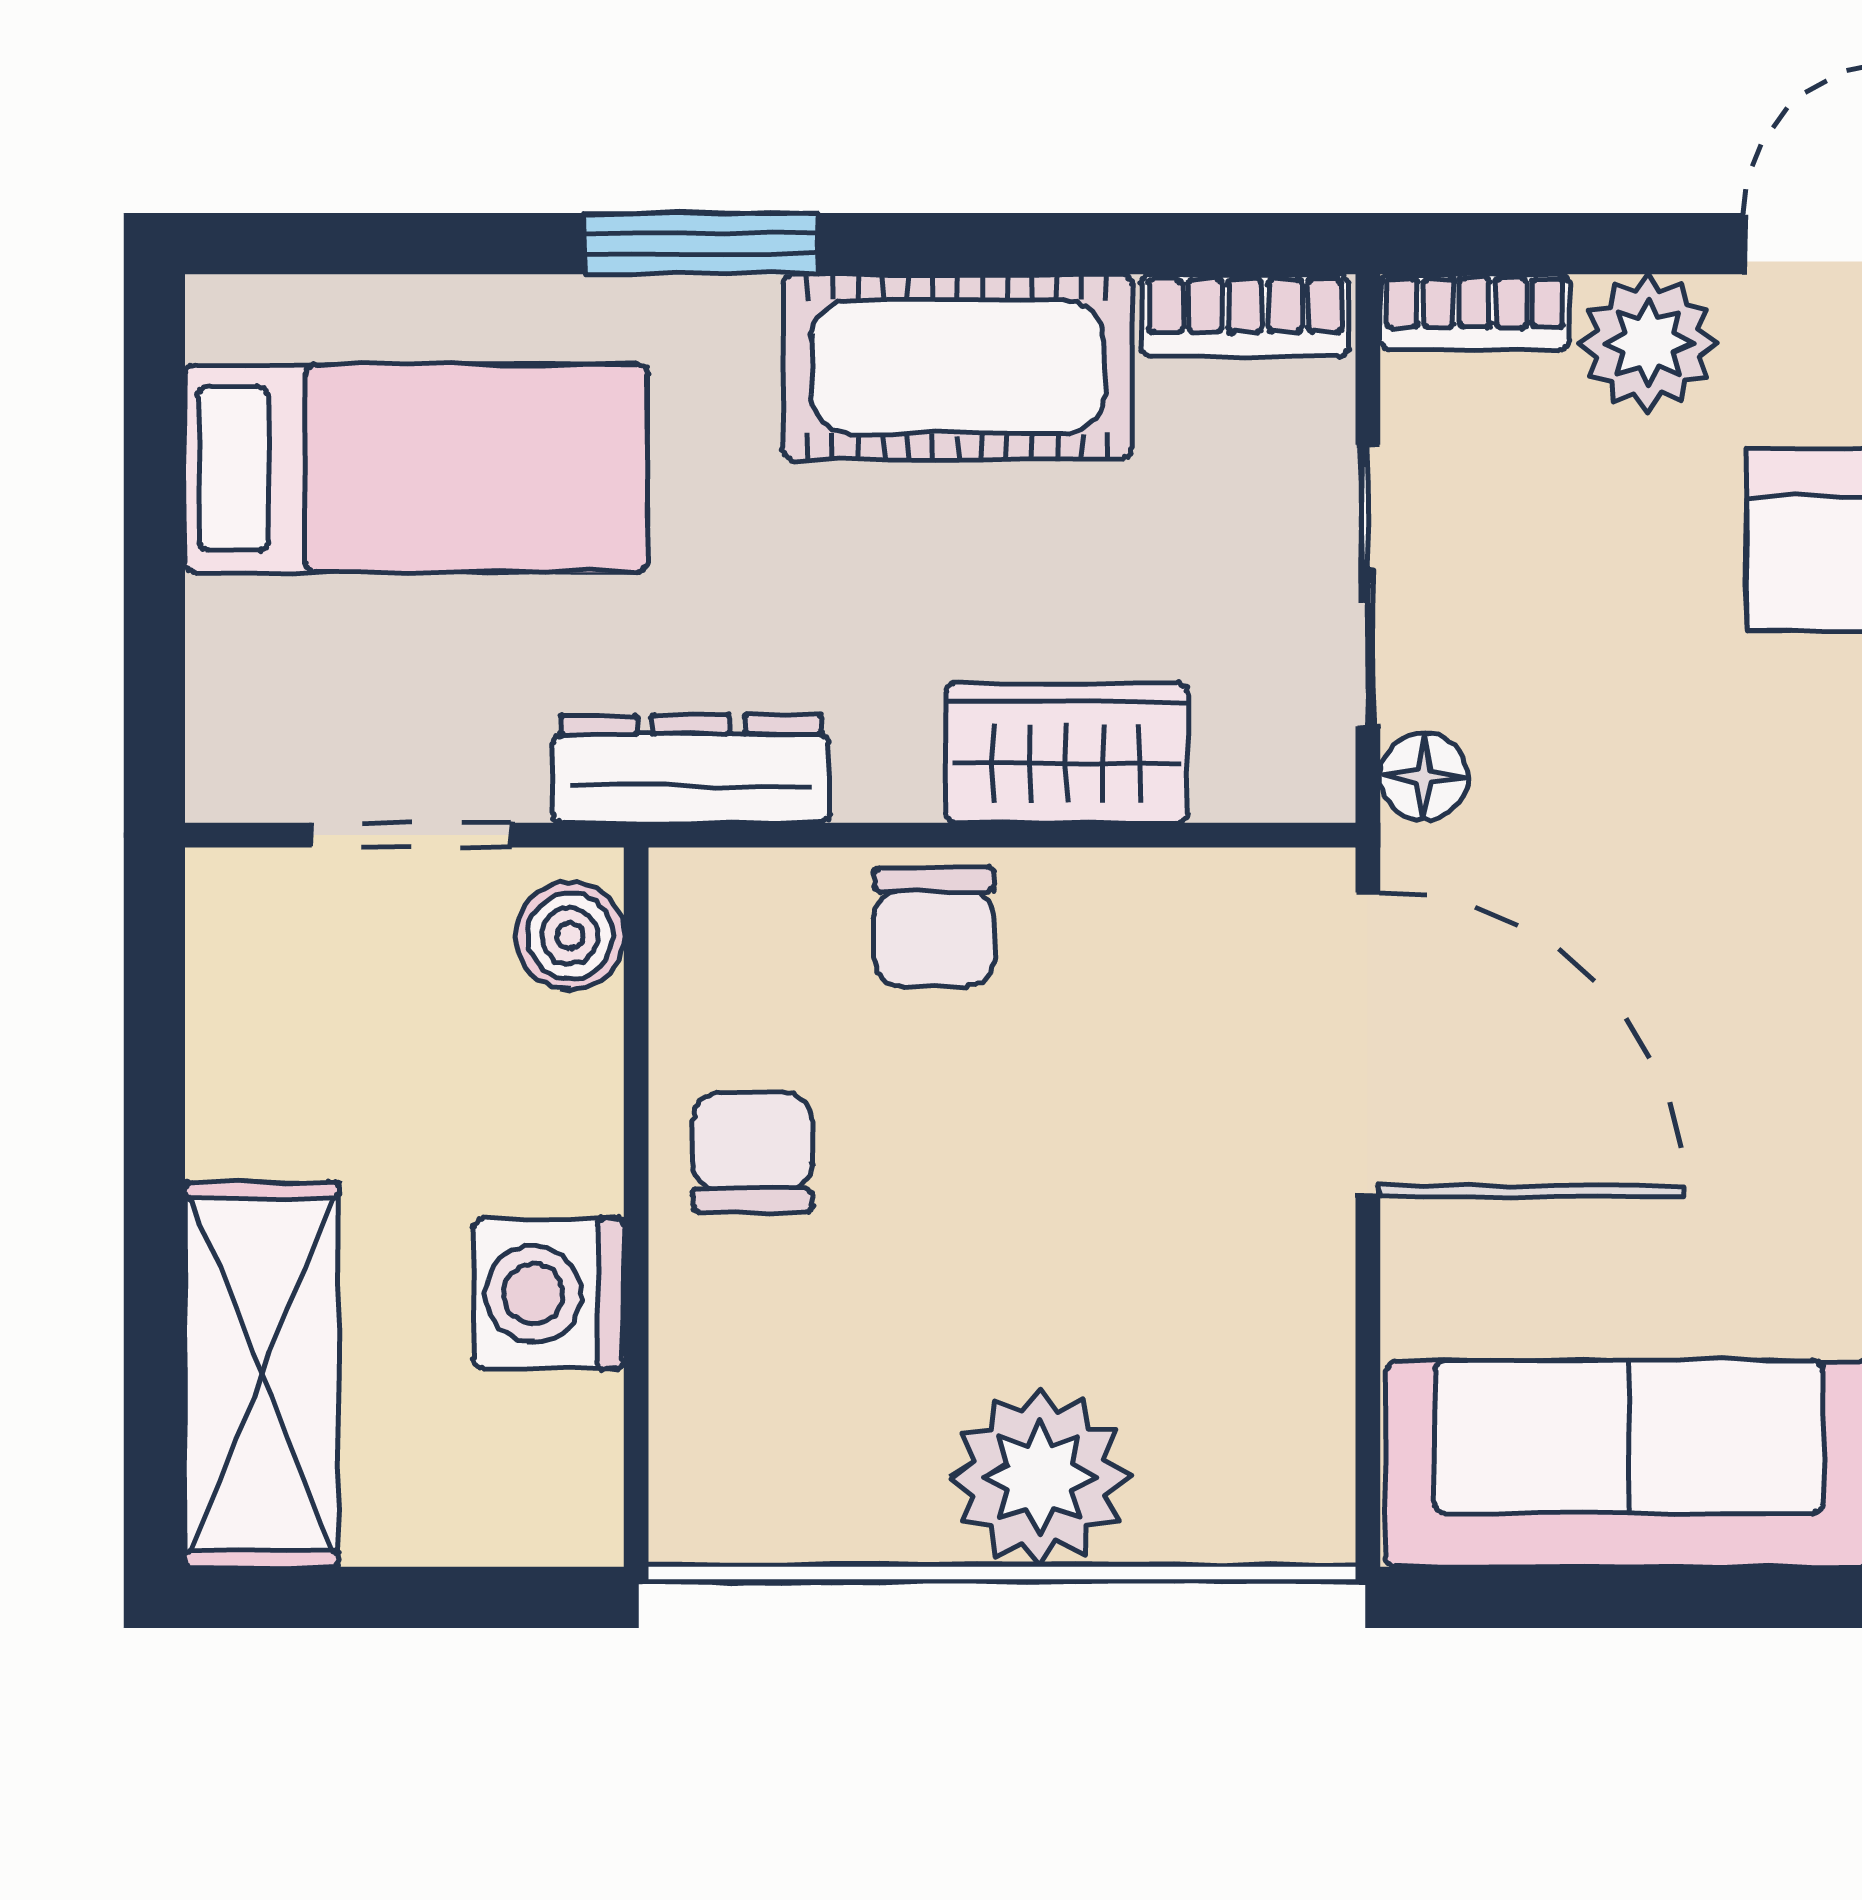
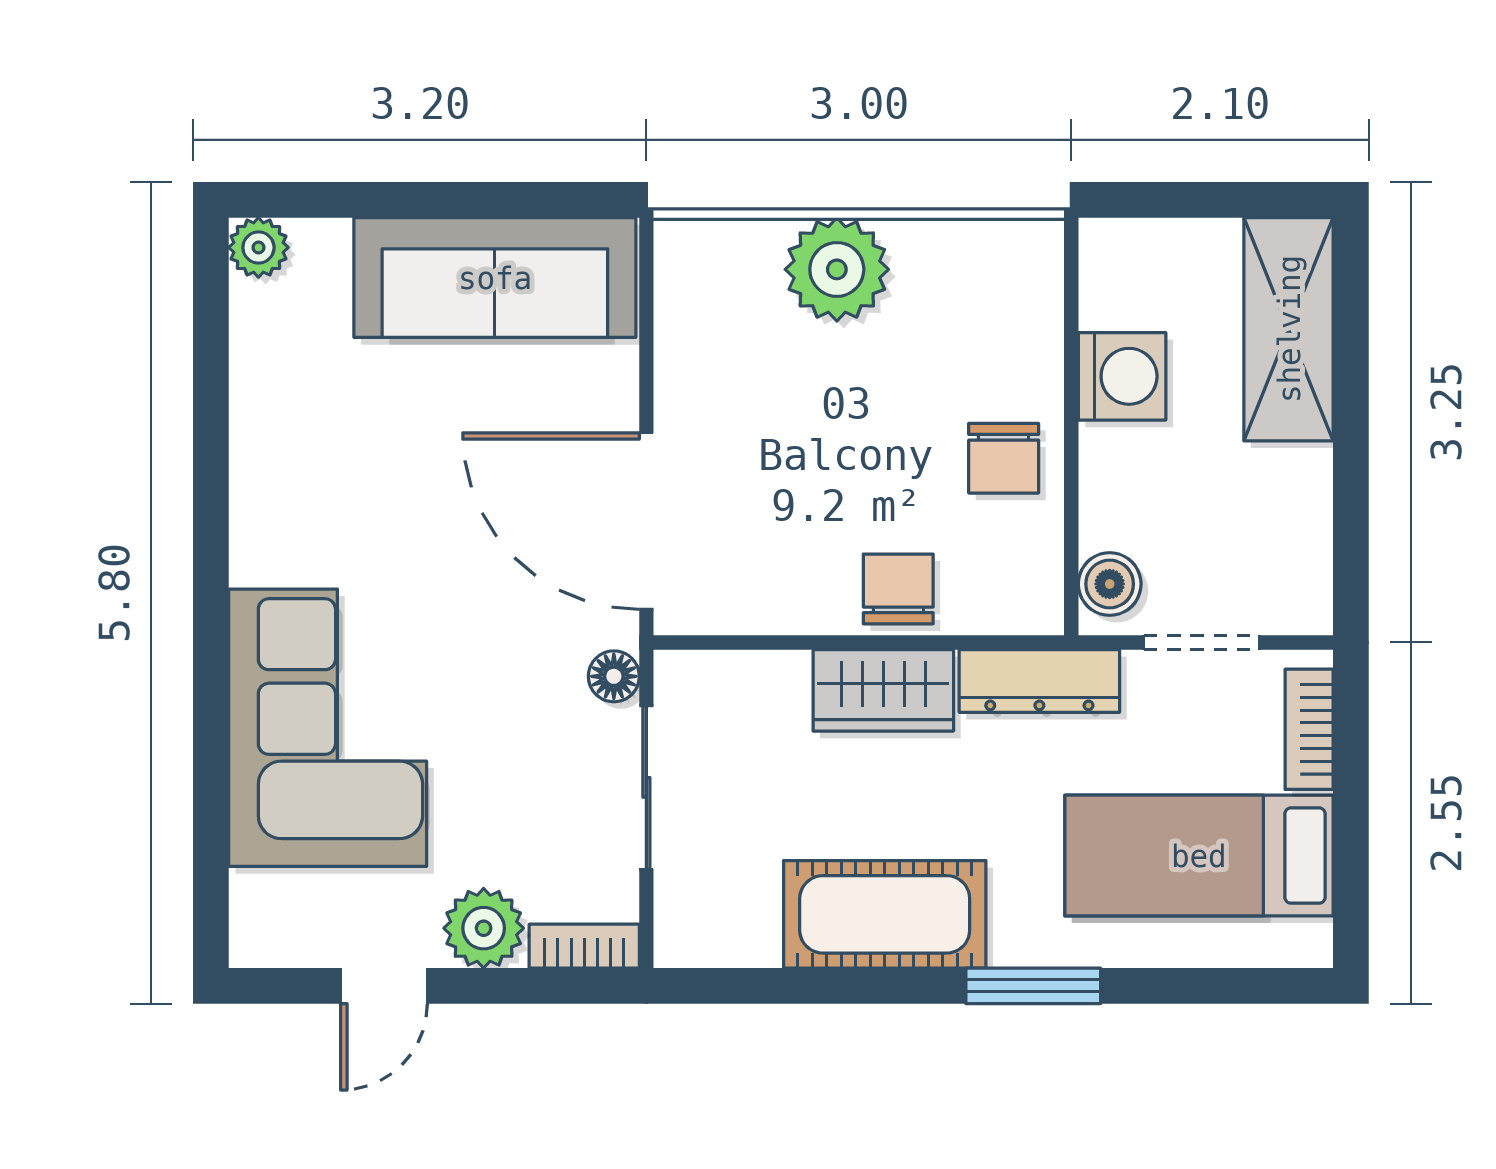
bookcase: (1245, 316) -> (1309, 729), moved, turned -90
wardrobe: (1067, 753) -> (883, 690), moved

